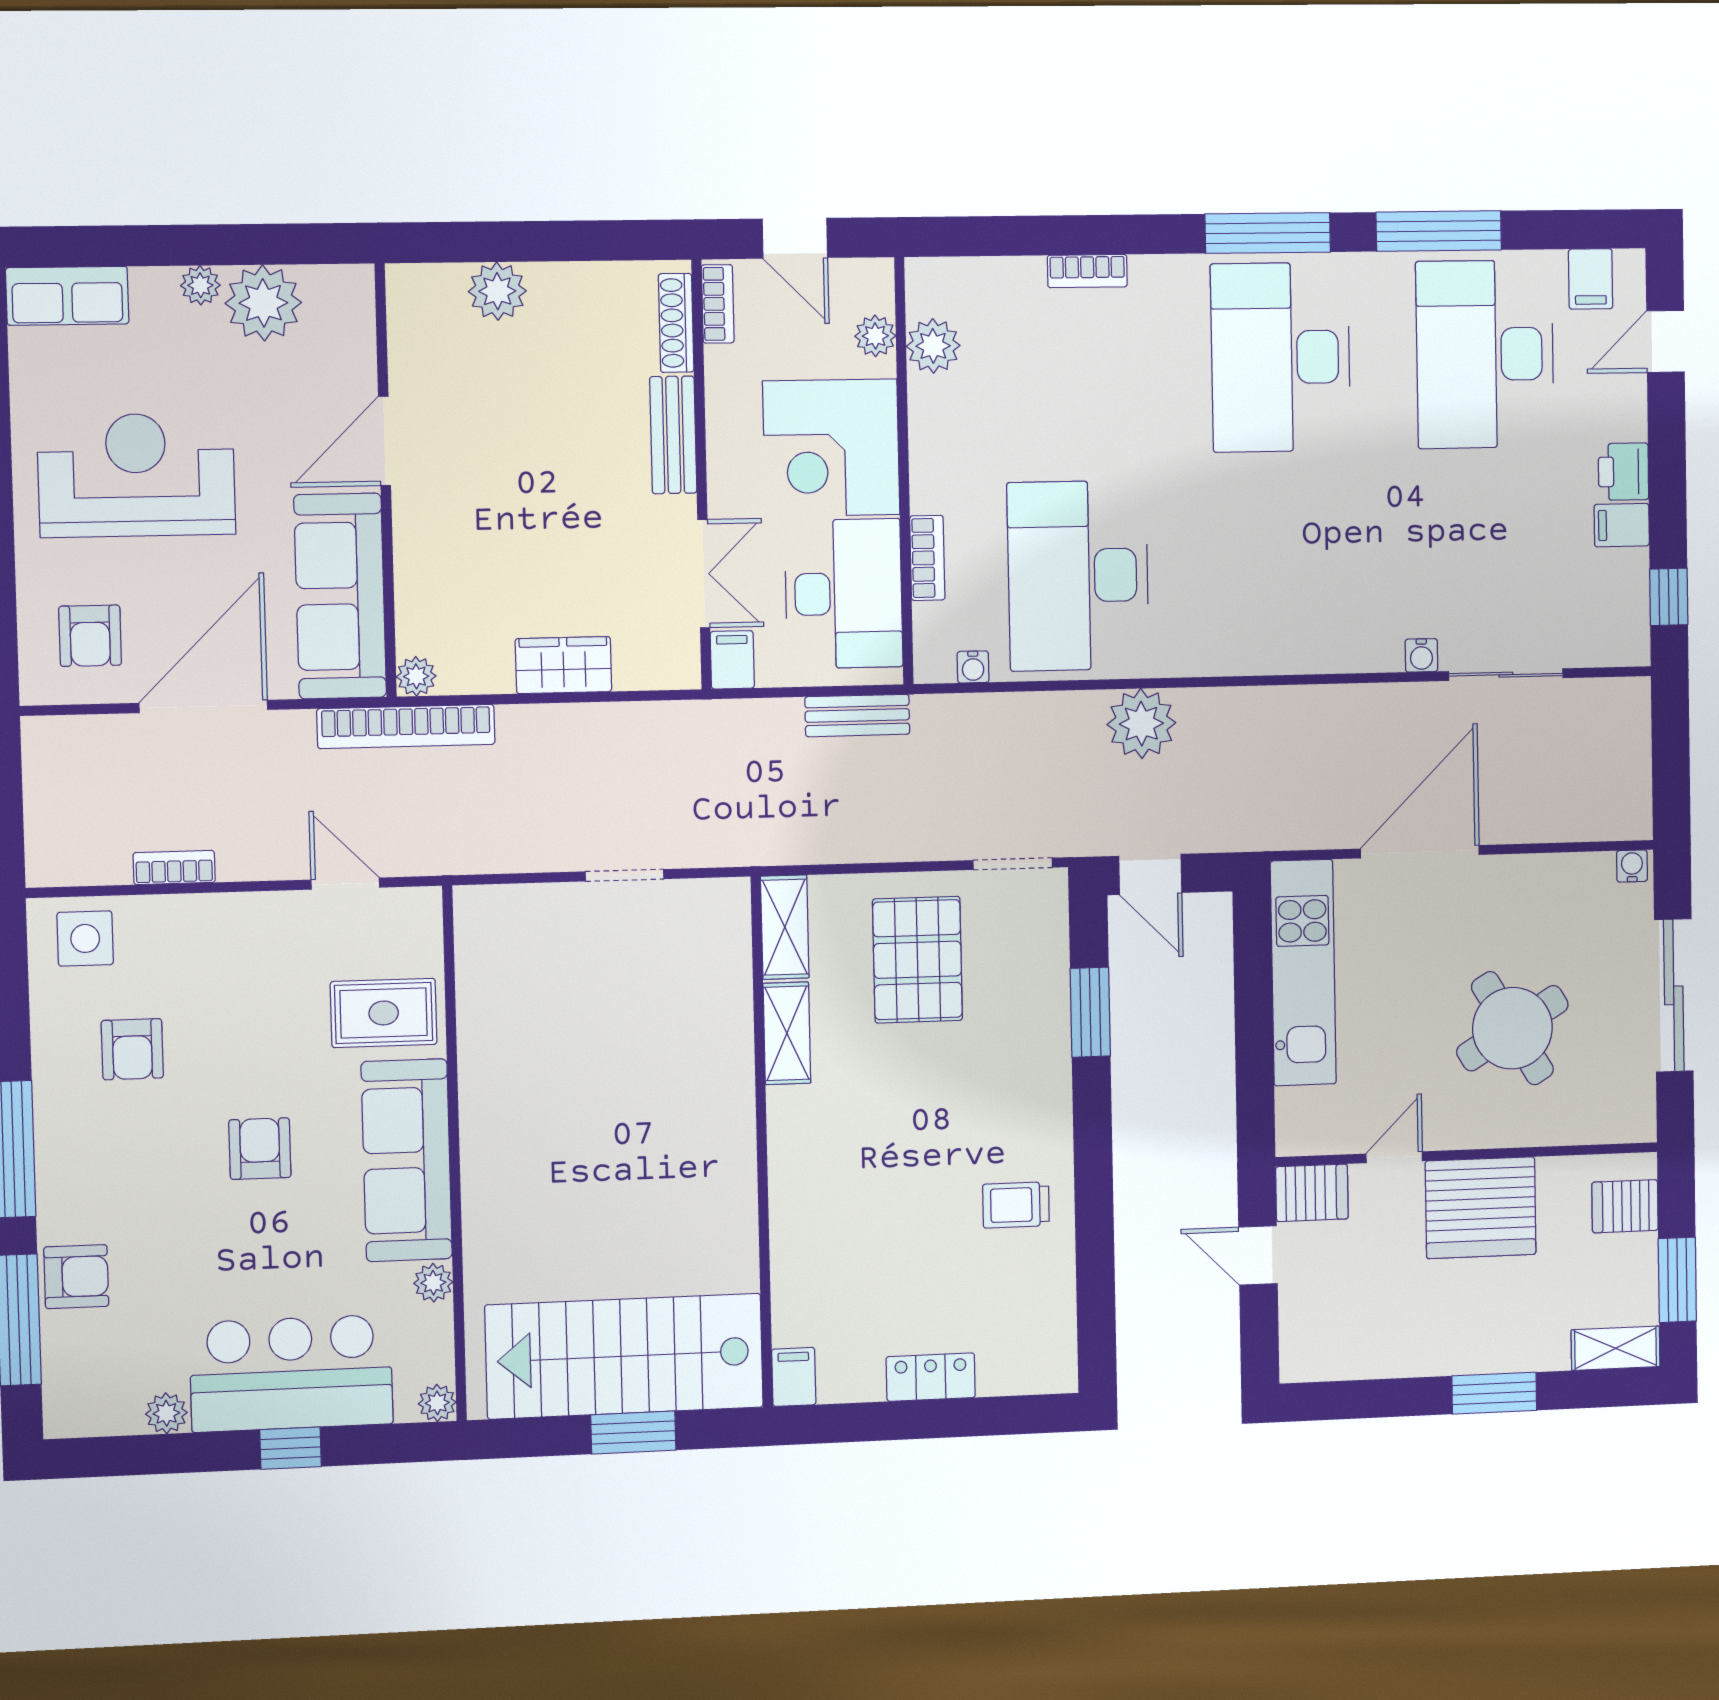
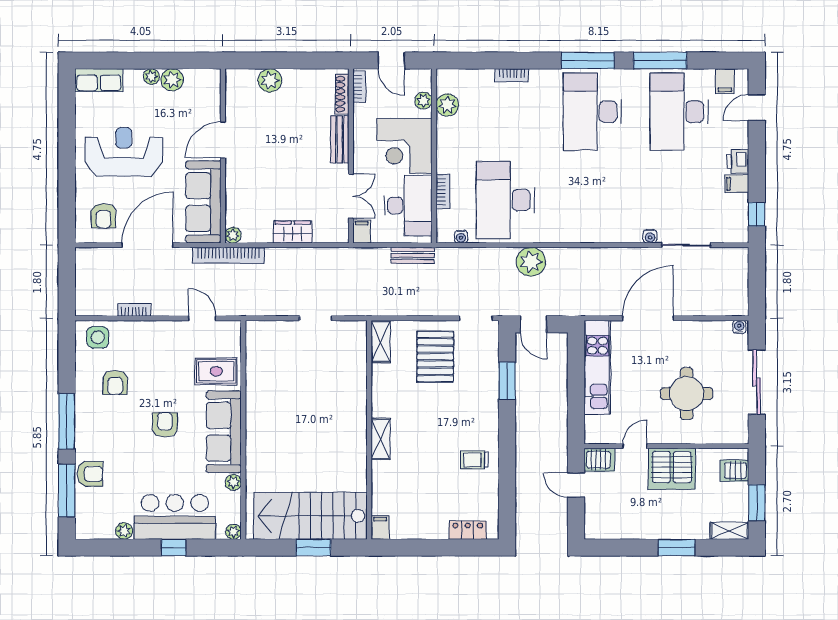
plant: (263, 303) -> (172, 80), width x0.73, depth x0.73
round table: (1512, 1028) -> (687, 394), turned 31
shelving: (787, 1033) -> (380, 439), moved
locker: (931, 1377) -> (468, 530), moved

